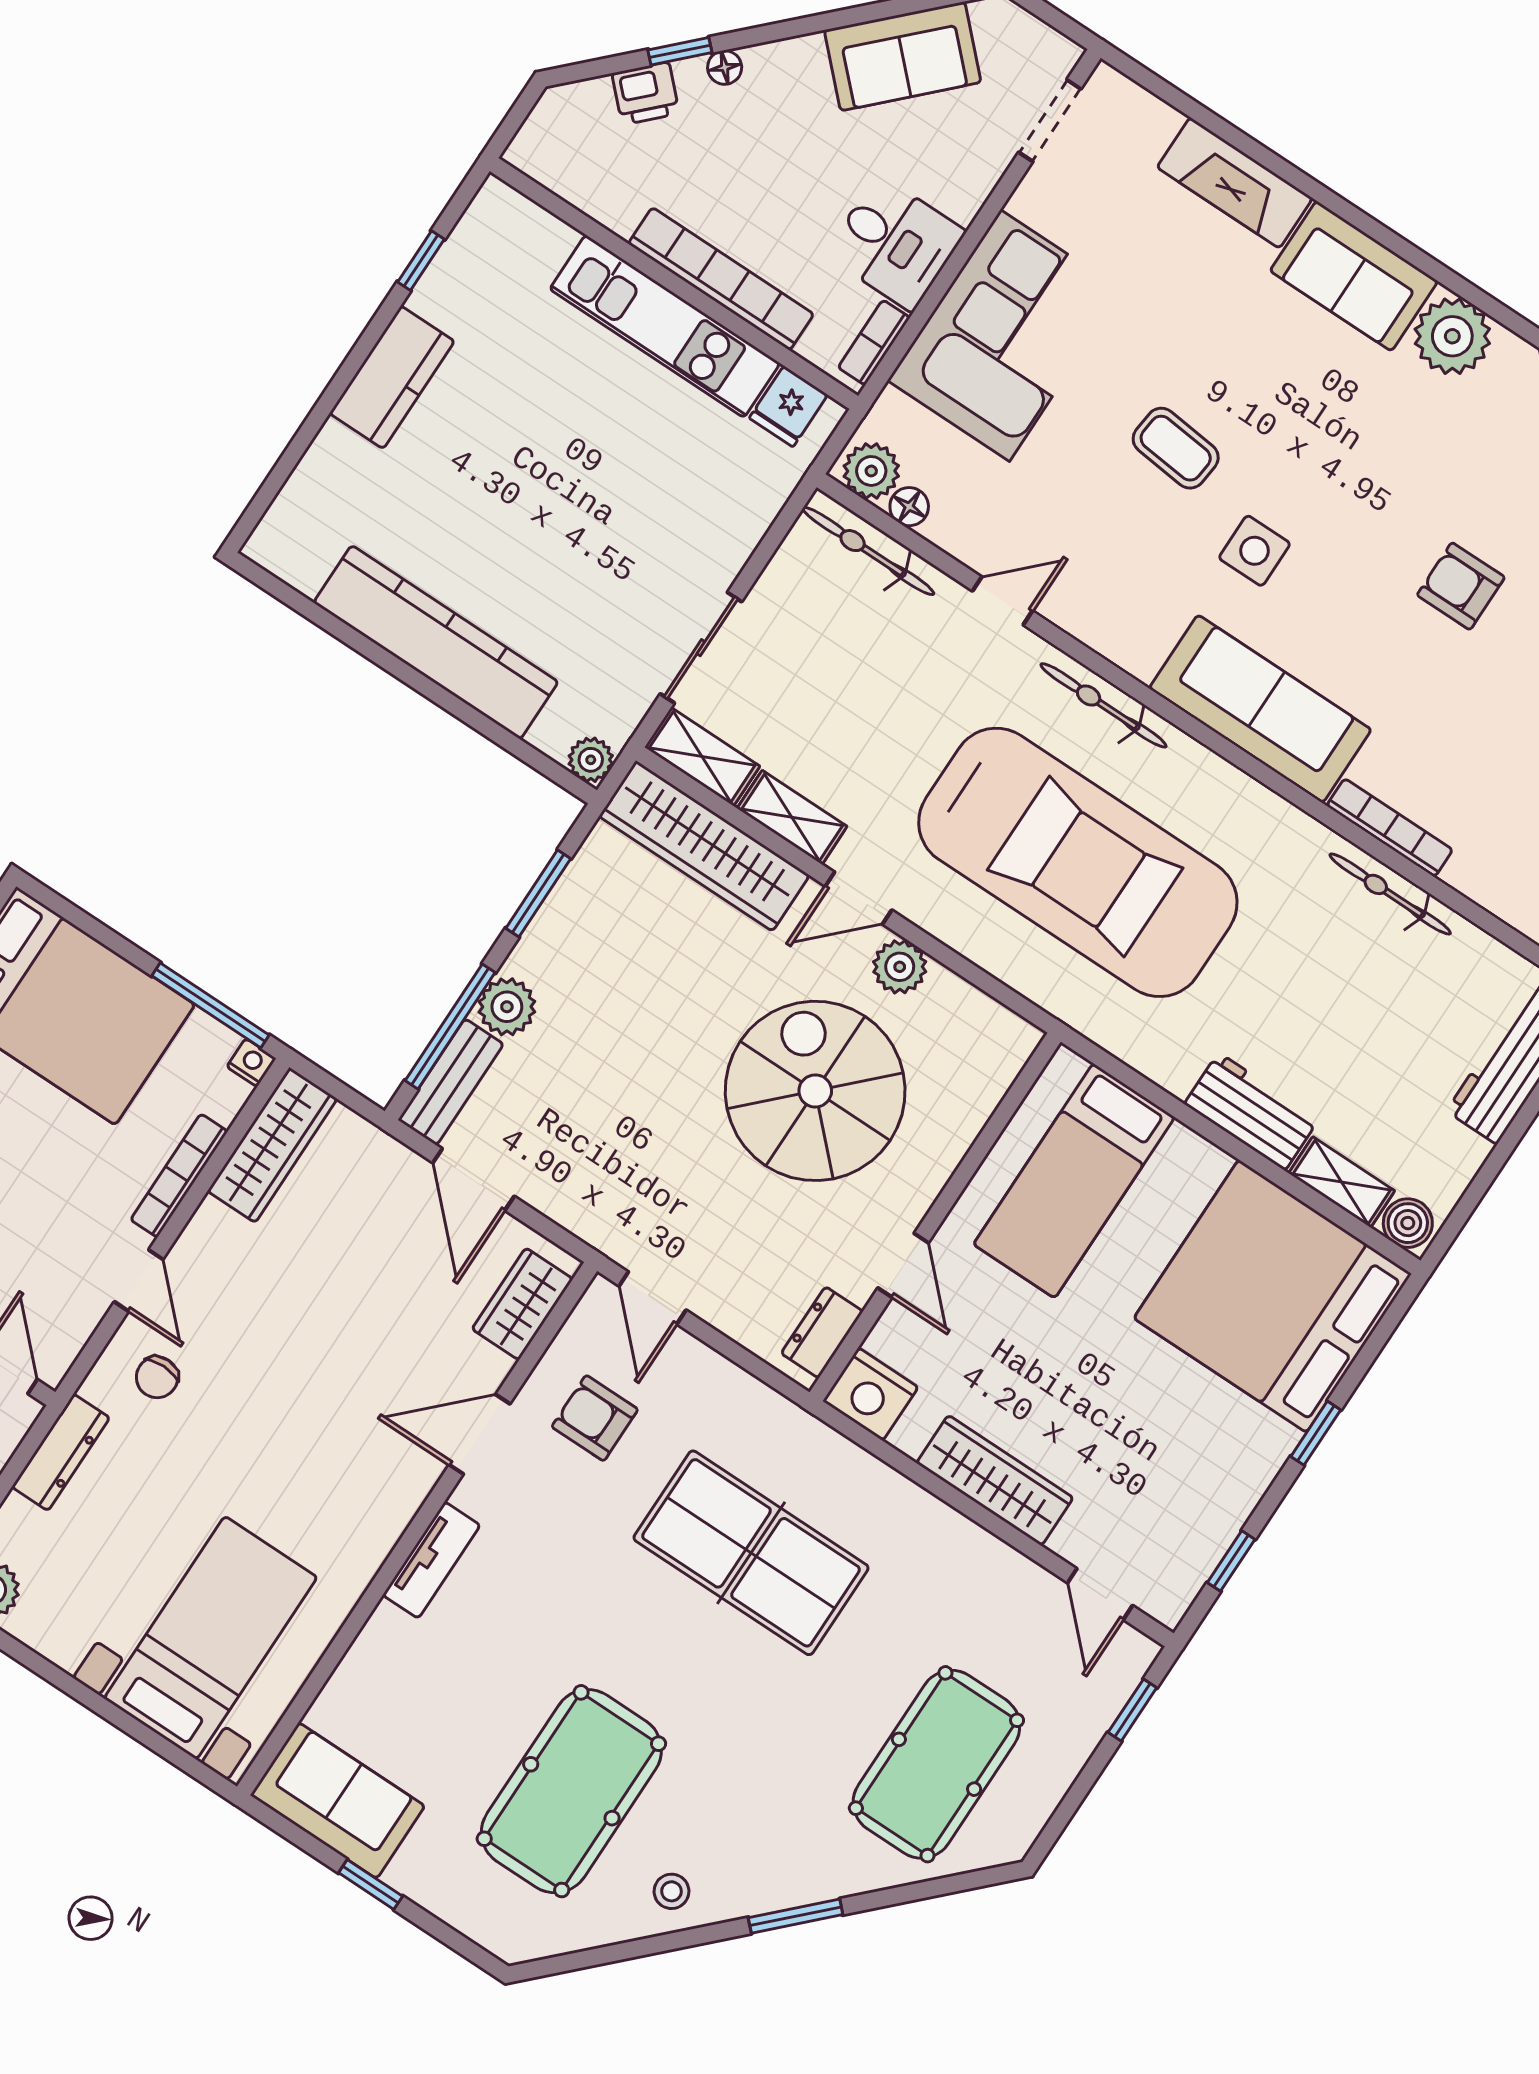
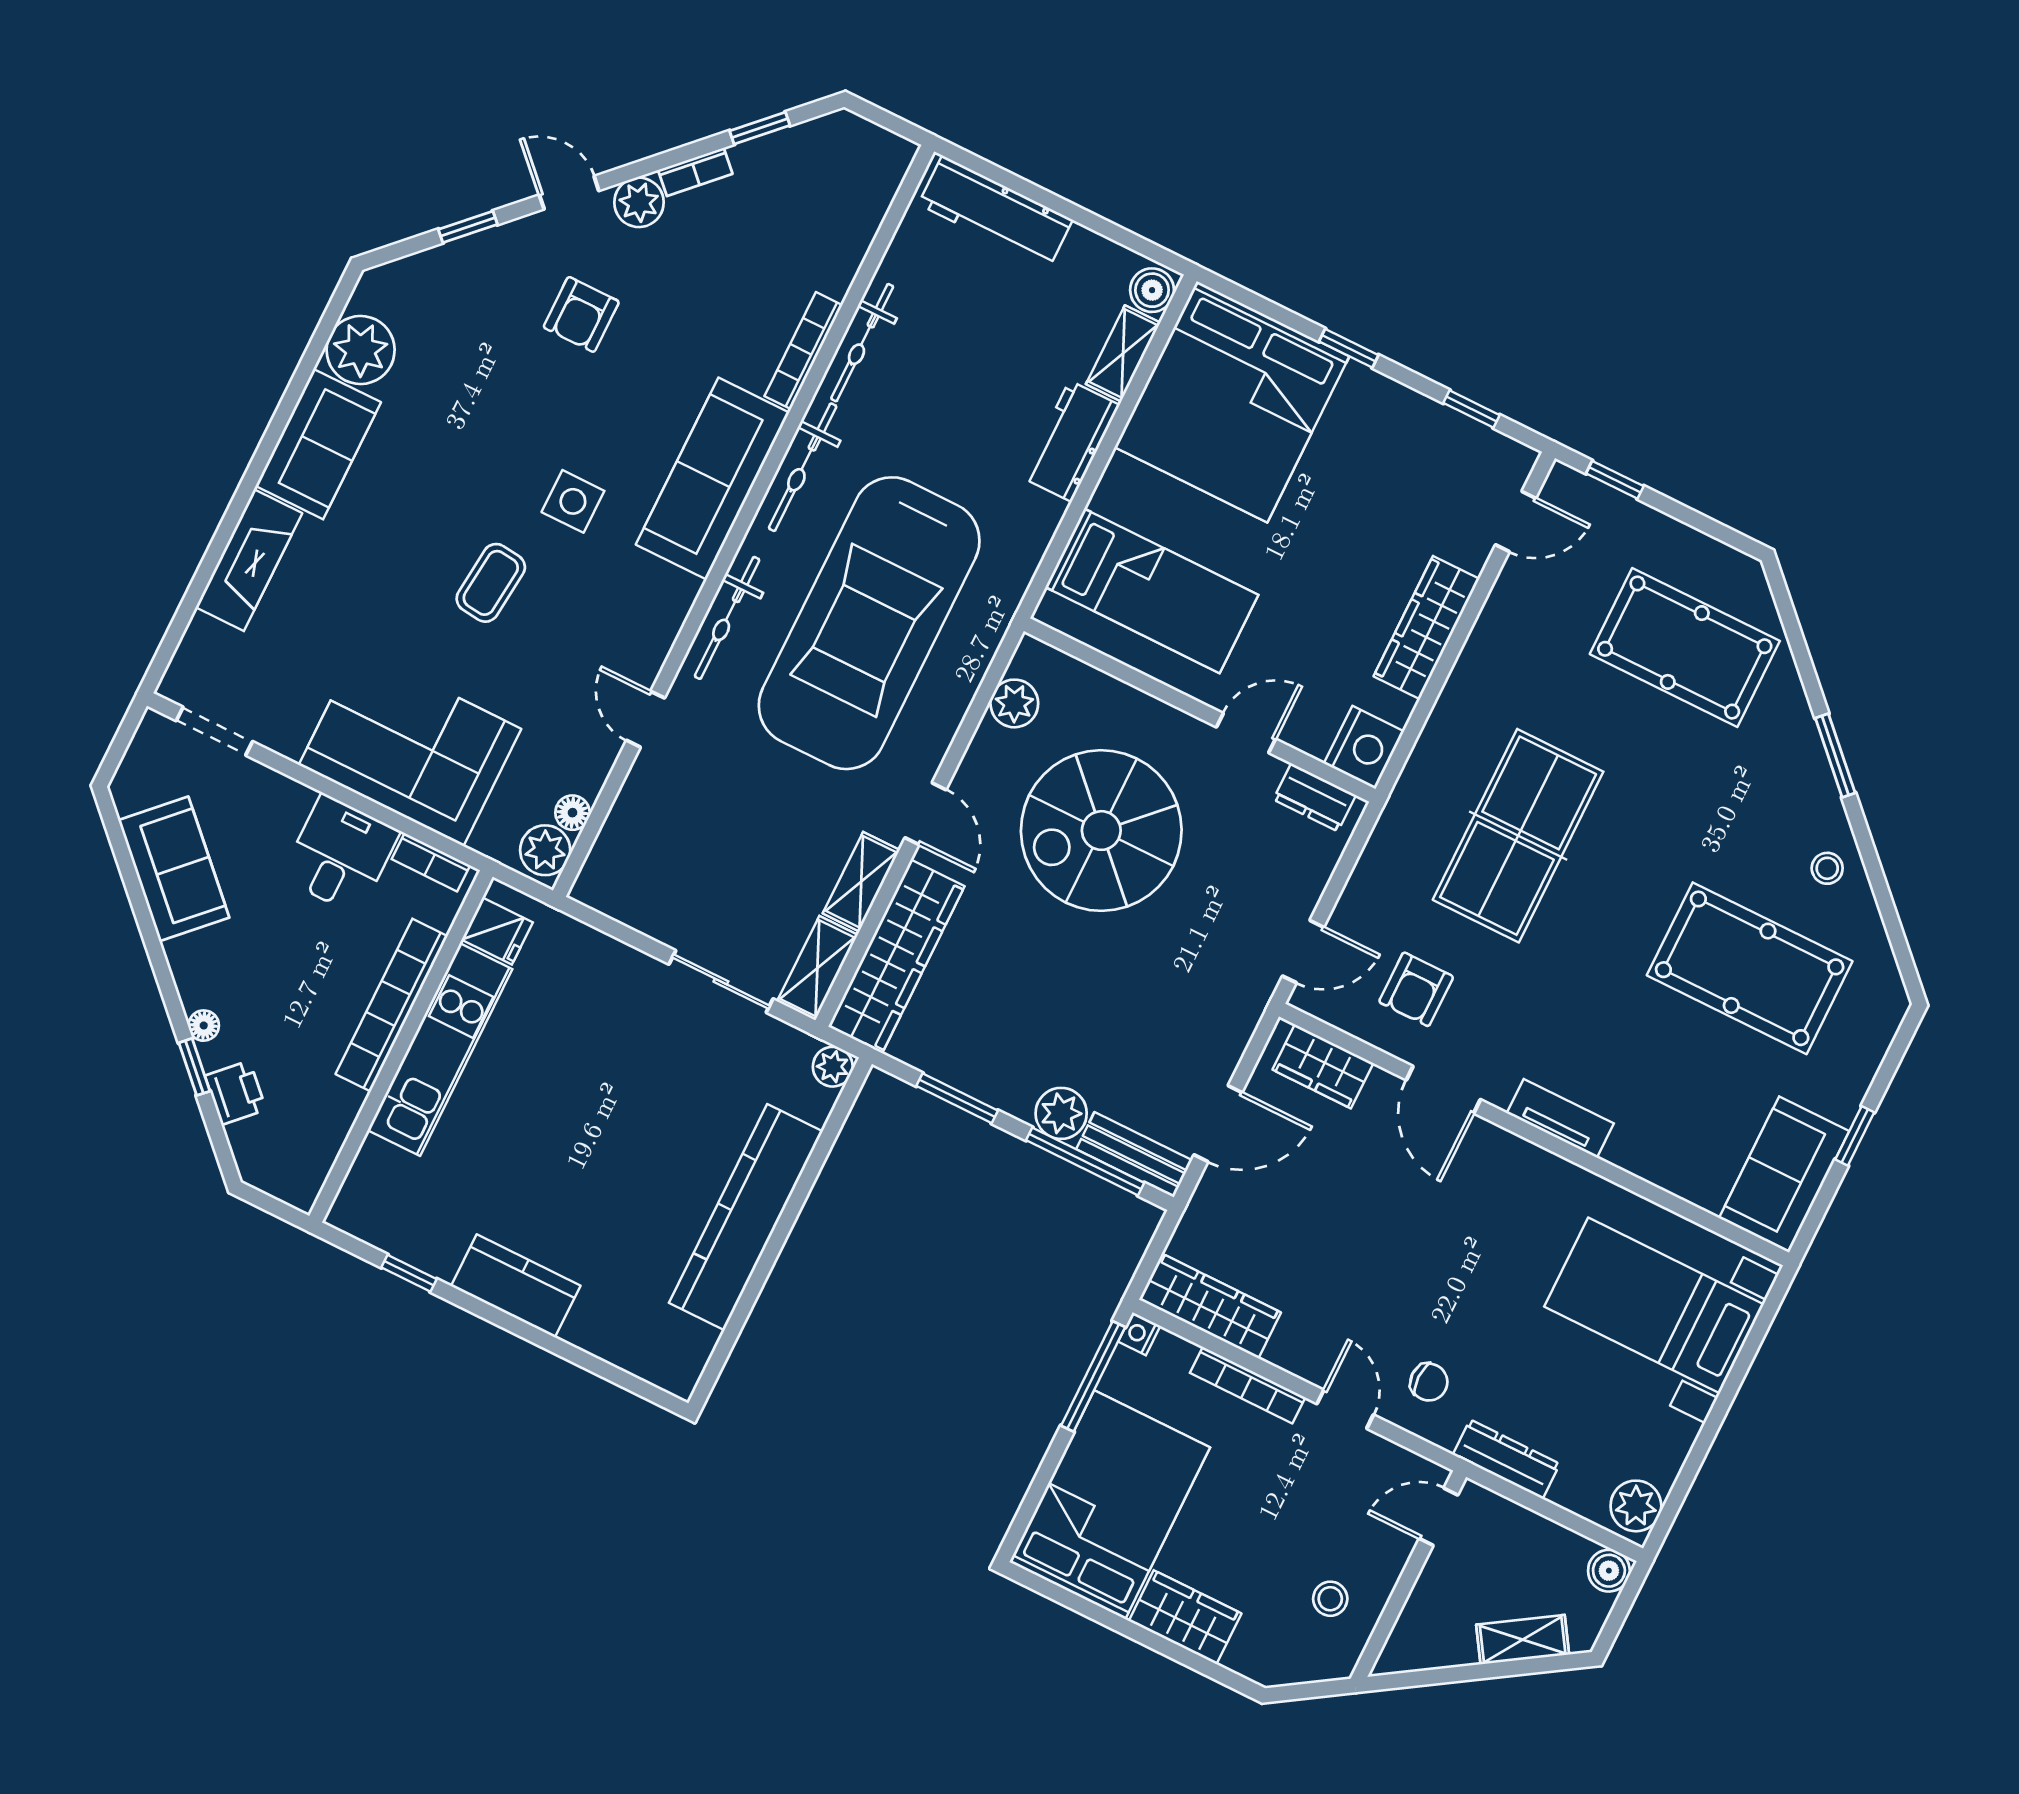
bicycle: (868, 551) -> (803, 467), moved
car: (1078, 862) -> (869, 623), turned 180
plant: (900, 967) -> (1014, 703), moved
door: (139, 1281) -> (1345, 1409), hinge flipped

